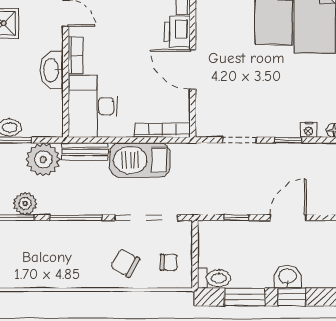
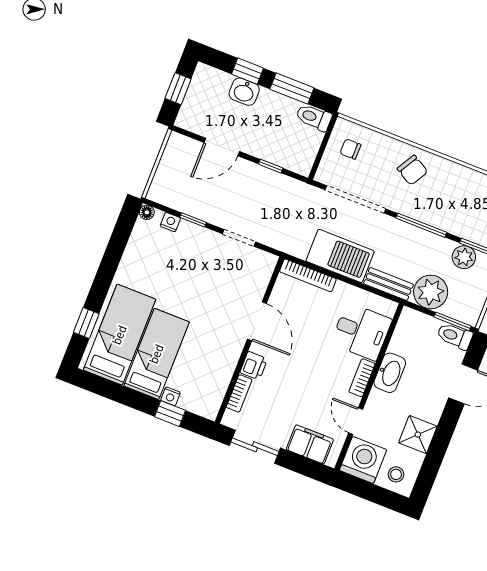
printer: (177, 32) -> (254, 366), width x0.73, depth x0.81
desk: (93, 106) -> (361, 332), width x0.73
chair: (125, 263) -> (412, 170), moved

